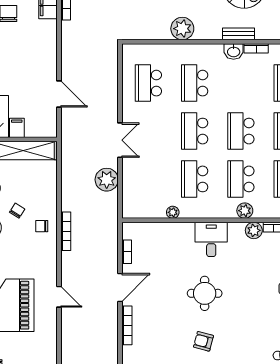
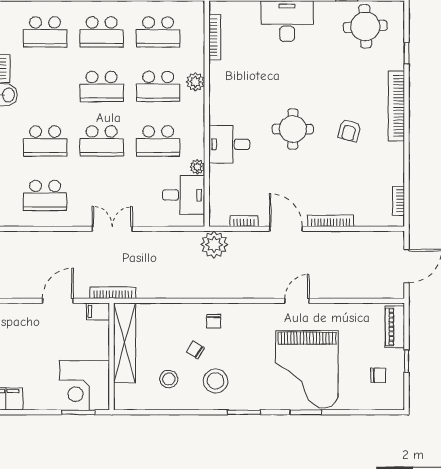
filing cabinet: (17, 128) -> (98, 311), moved
plant: (107, 180) -> (214, 245), moved
desk: (149, 201) -> (184, 195), added
plant: (254, 230) -> (219, 71), removed
bookcase: (66, 231) -> (113, 293), moved
desk: (211, 239) -> (229, 144), moved

